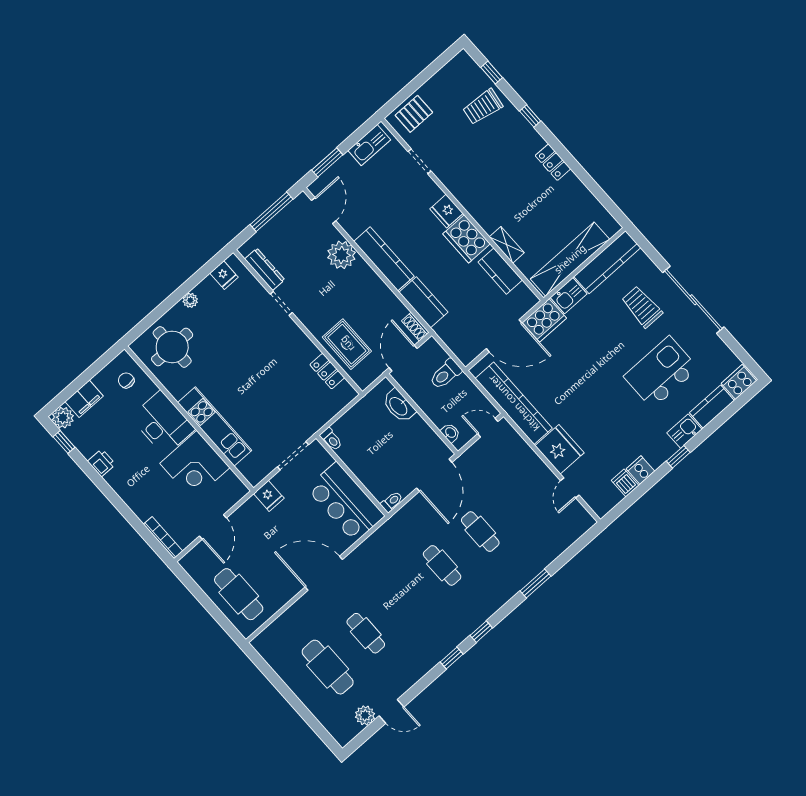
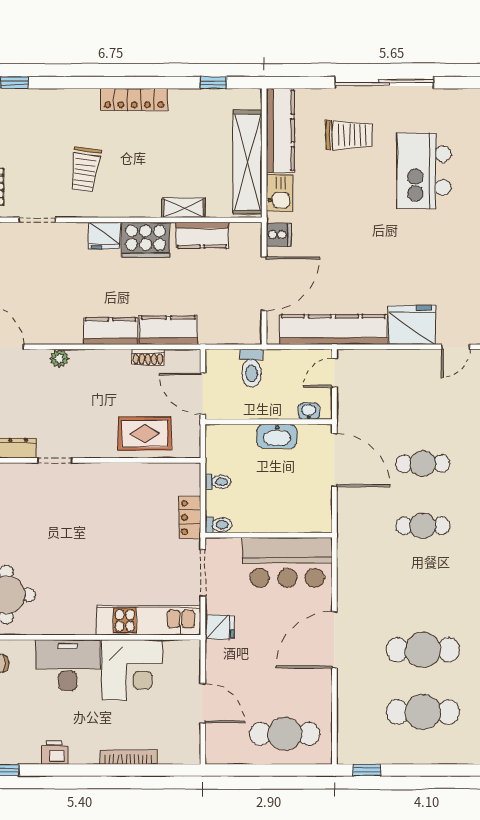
trolley: (483, 107) -> (85, 170), moved
window: (530, 116) -> (214, 83), moved
locker: (553, 162) -> (134, 99), width x1.53
plant: (341, 255) -> (59, 358), width x0.53, depth x0.53
kitchen counter: (384, 259) -> (111, 331), width x0.67
trolley: (642, 307) -> (349, 135), turned 180
cooker: (544, 320) -> (279, 235), width x0.53, depth x0.76
shoe rack: (415, 327) -> (148, 357), moved
locker: (327, 371) -> (190, 517), moved, turned 90
washbasin: (399, 406) -> (277, 436), moved
kitchen unit: (215, 427) -> (149, 620), moved
door: (570, 488) -> (456, 347), hinge flipped
toilet: (392, 502) -> (218, 482), moved, turned 90
bookcase: (163, 538) -> (128, 757), moved
cafe table: (366, 633) -> (423, 650), width x1.37, depth x1.35
window: (261, 664) -> (367, 770), added

